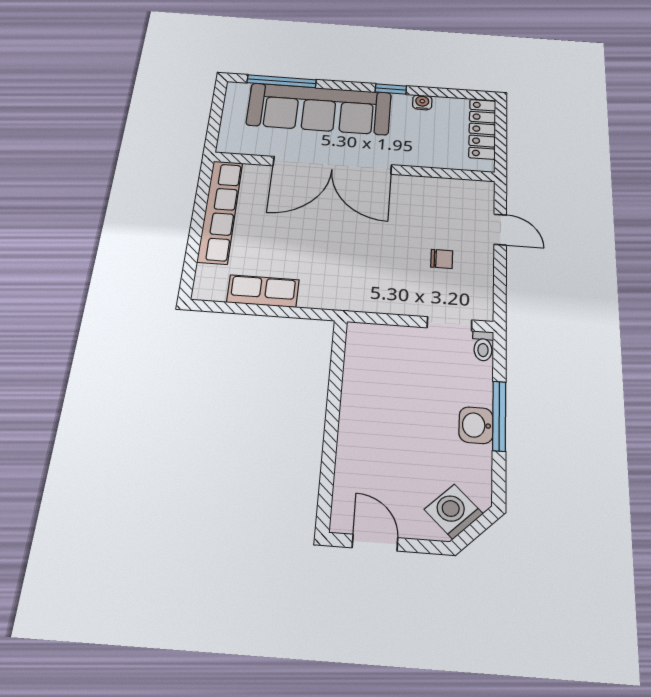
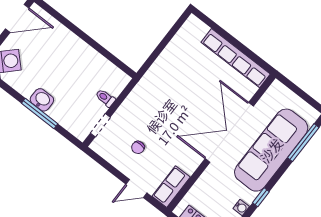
row of seats: (263, 291) -> (171, 187), moved, turned 180
toilet: (483, 346) -> (105, 98), moved
door: (375, 543) -> (17, 18), width x1.38

